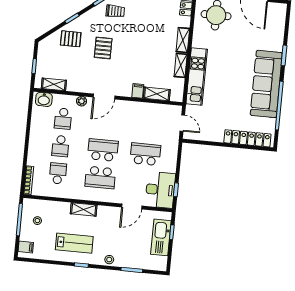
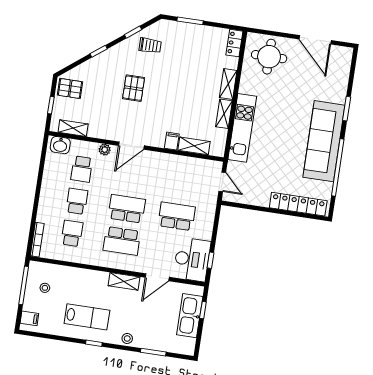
pallet: (71, 39) -> (70, 88), moved
school desk: (60, 146) -> (77, 201), turned 180
shelving: (84, 209) -> (124, 281), moved

